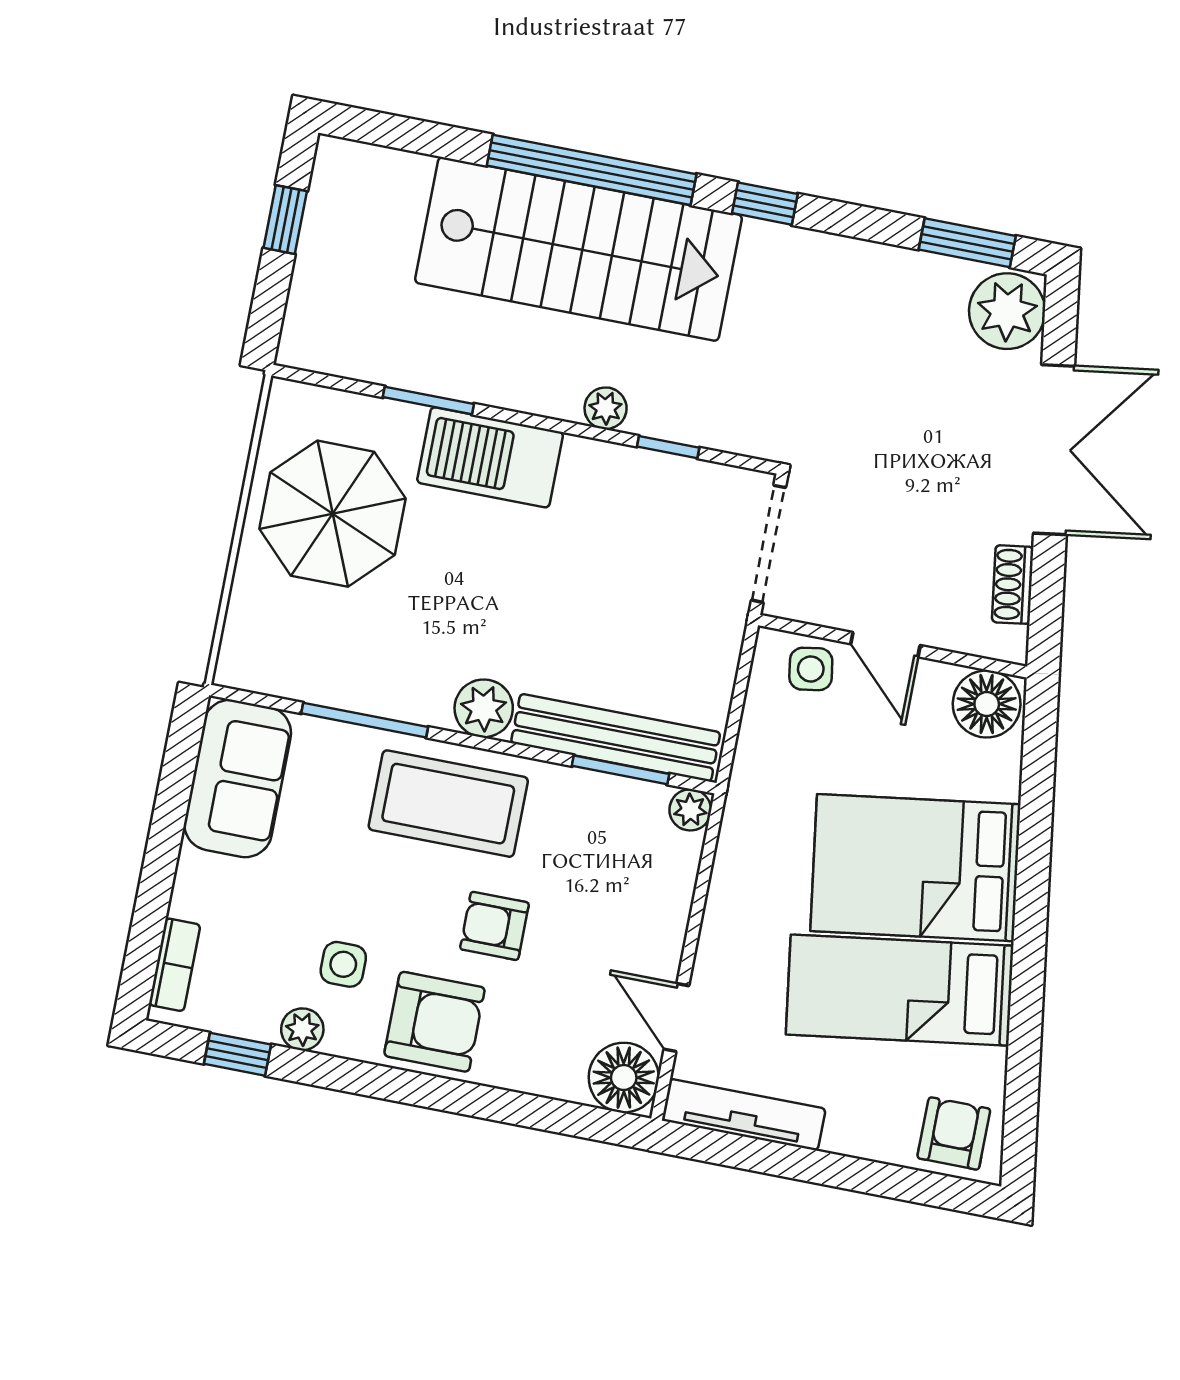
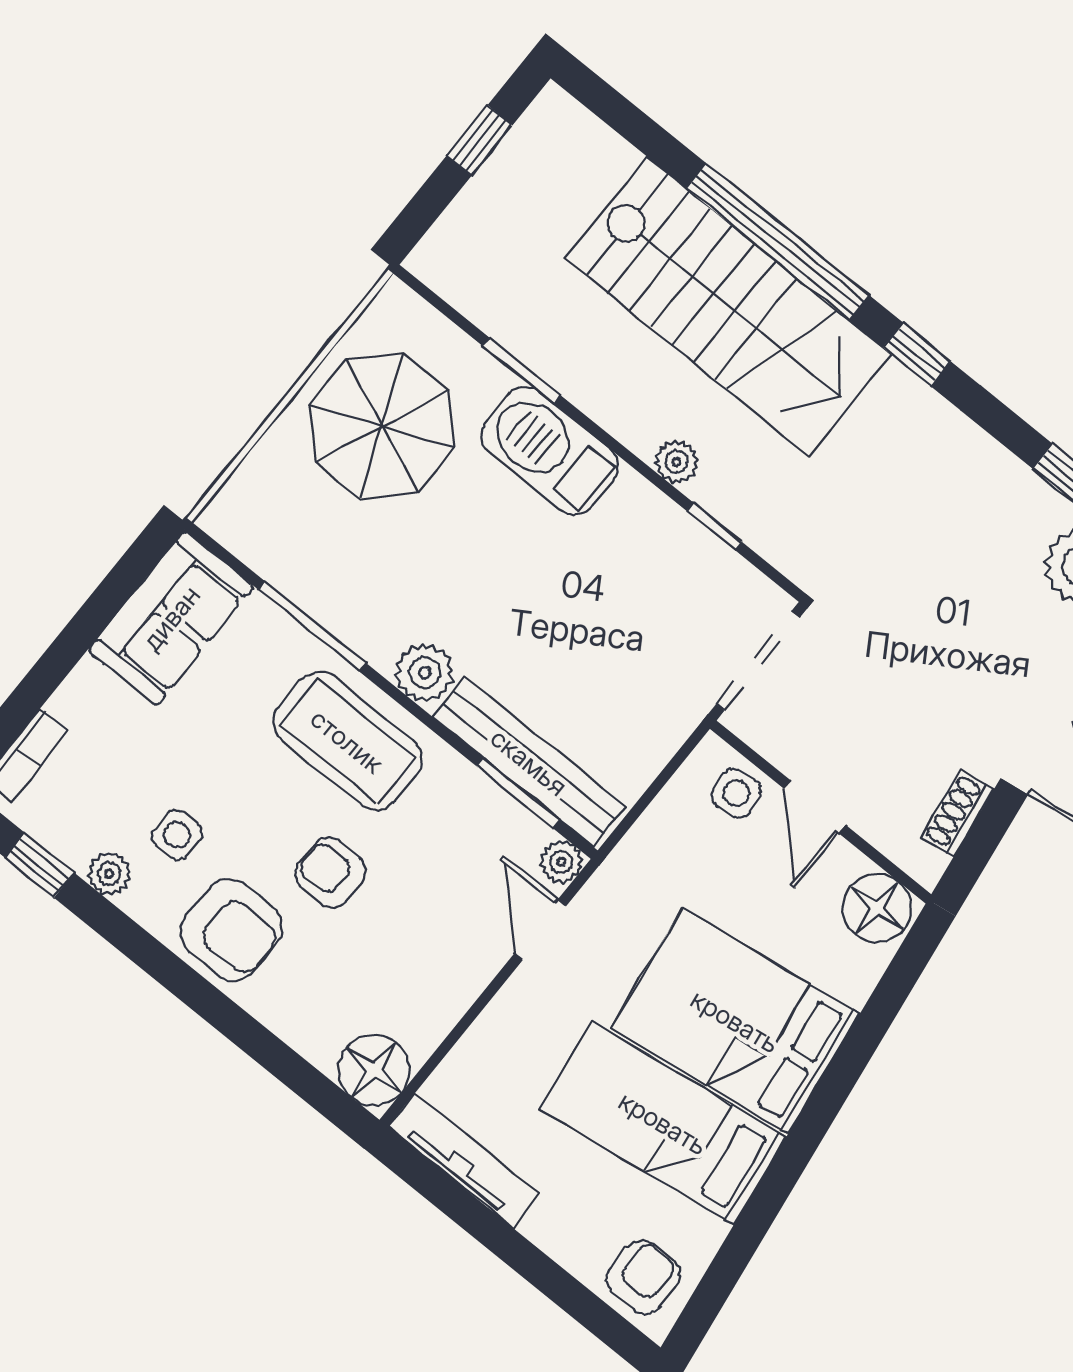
door: (676, 1018) -> (540, 930), moved

